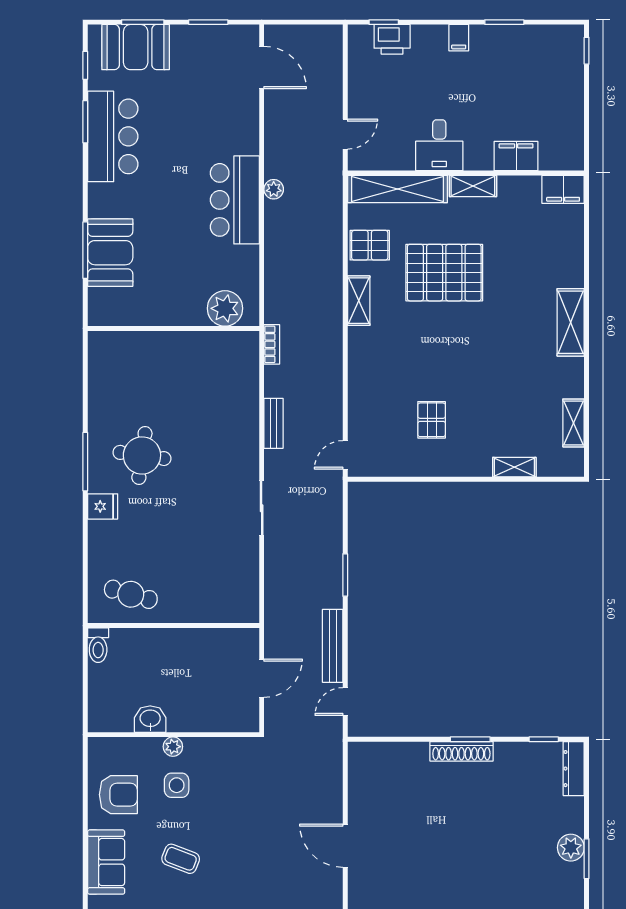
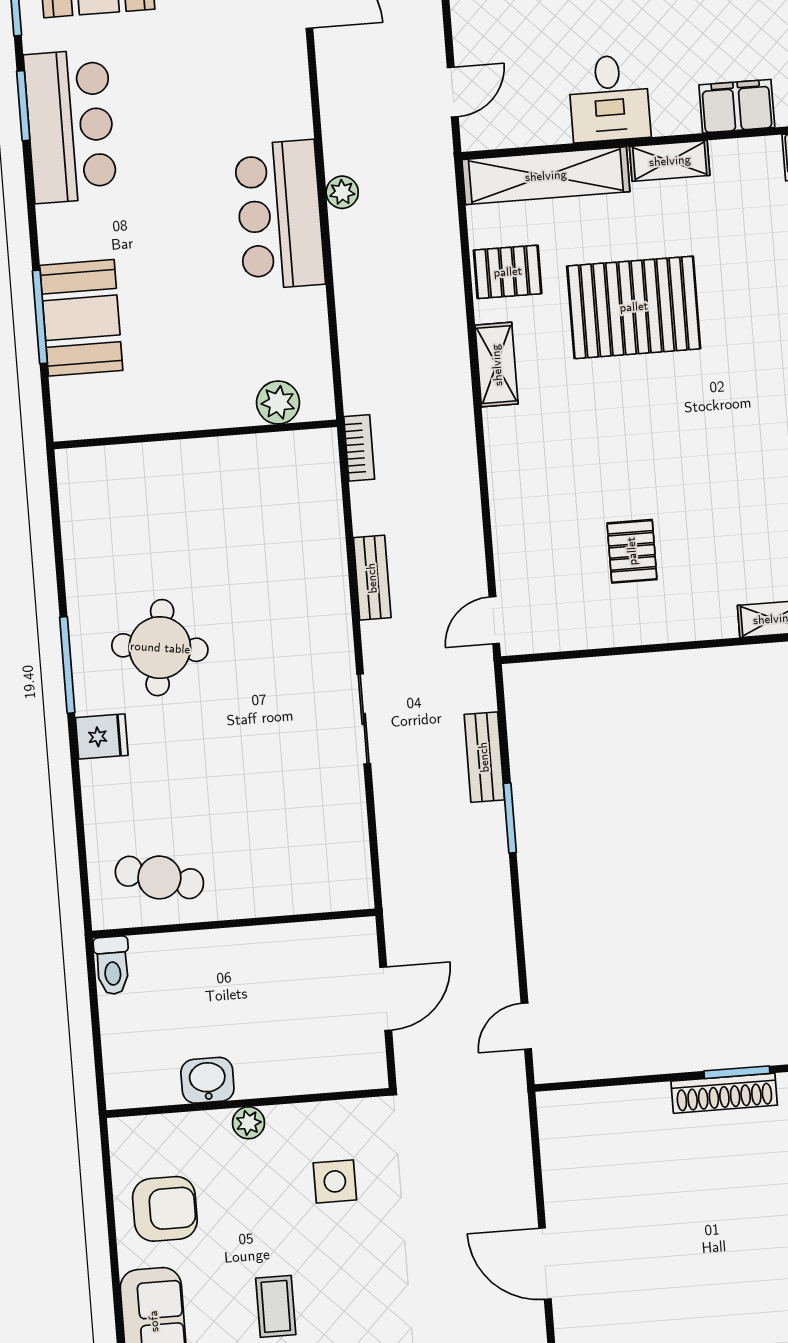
plant: (225, 308) -> (278, 403), width x0.73, depth x0.73
bench: (333, 646) -> (484, 757), moved, width x0.73
side table: (177, 785) -> (335, 1181), moved
coffee table: (181, 859) -> (276, 1306), turned 69

